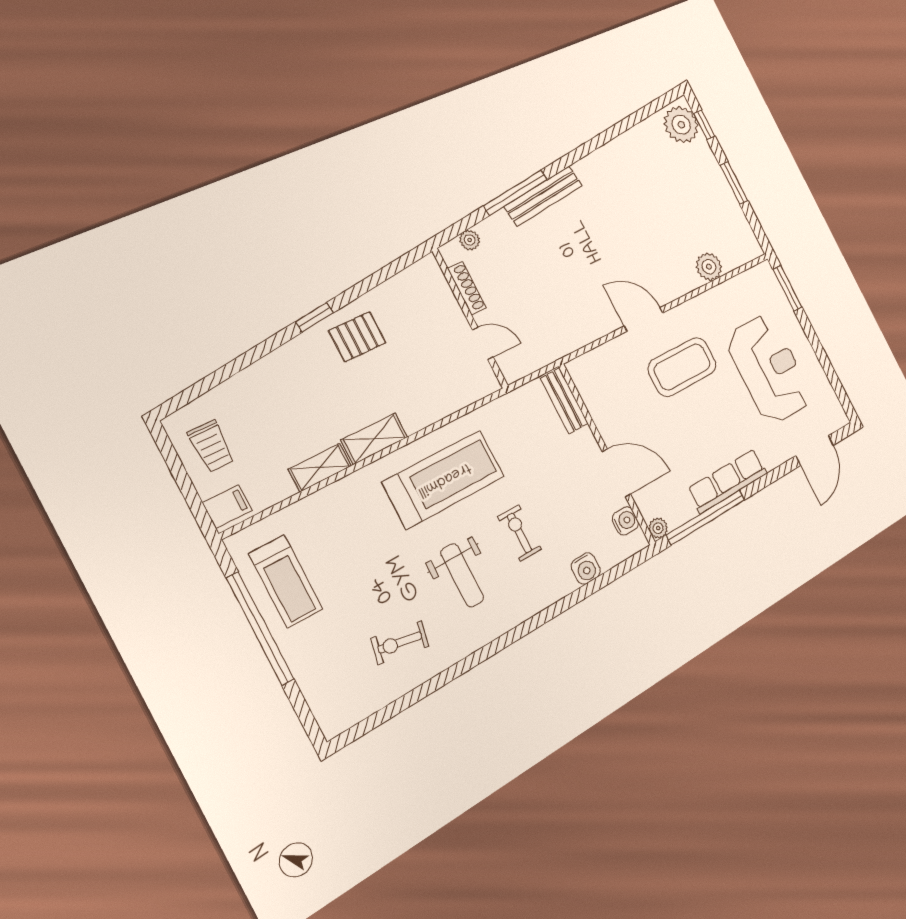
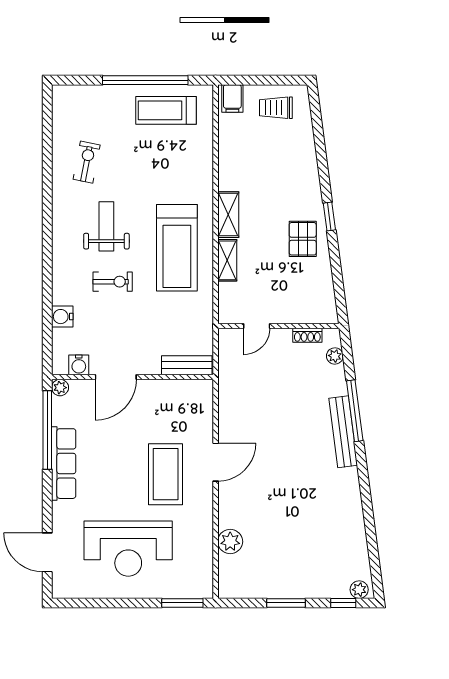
plant: (681, 125) -> (359, 590), width x0.53, depth x0.53
shoe rack: (467, 288) -> (307, 335), width x0.70
shelving: (320, 468) -> (227, 260), moved
weight bench: (462, 575) -> (106, 226), turned 90

